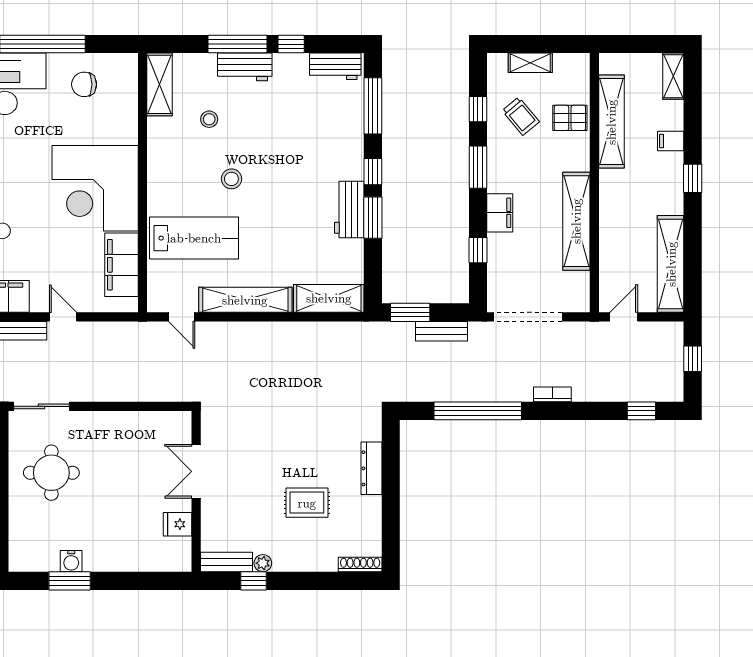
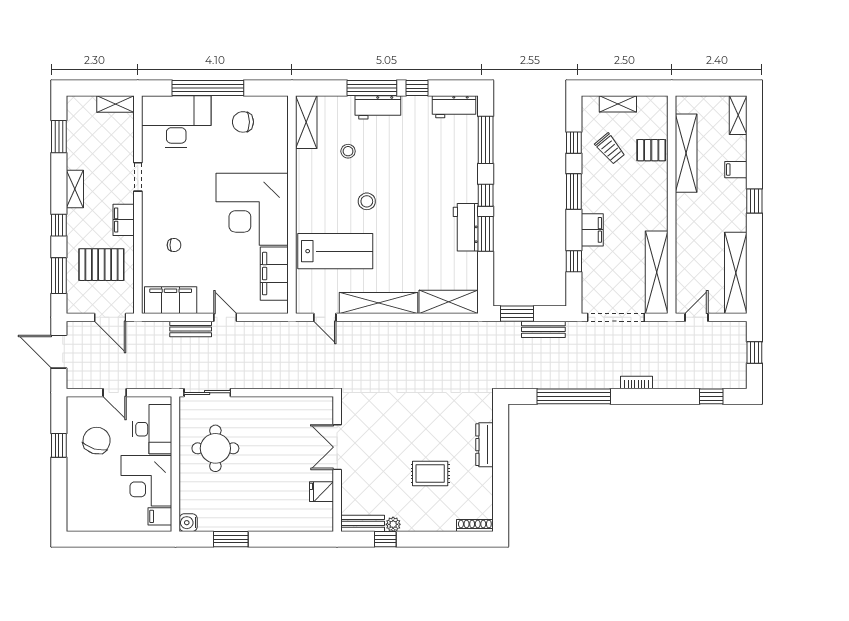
shelving: (576, 221) -> (657, 272), moved
water cooler: (71, 561) -> (188, 523), moved, turned 90

